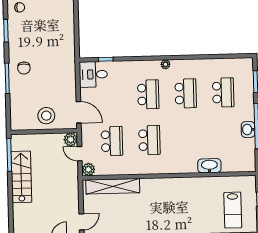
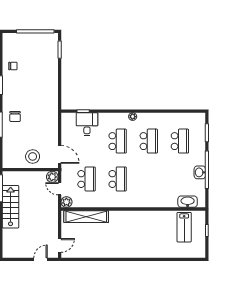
desk: (93, 74) -> (87, 124), moved, turned 90
washbasin: (209, 166) -> (188, 202), moved
lab bench: (233, 210) -> (184, 227), moved

